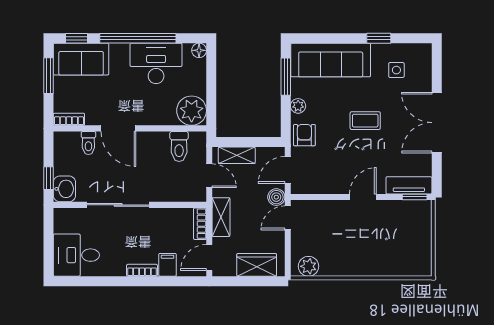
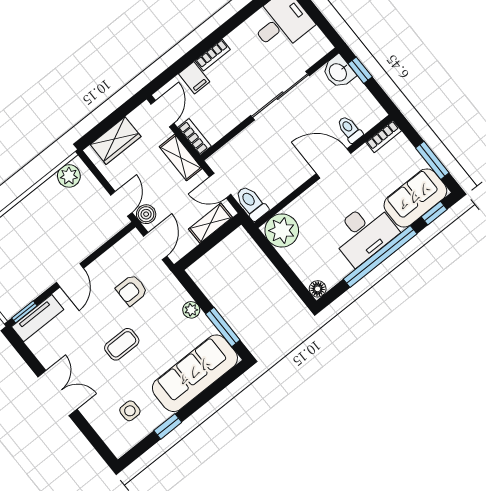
desk: (156, 63) -> (364, 233), moved
double door: (437, 123) -> (57, 393), width x0.73
armchair: (304, 135) -> (132, 290), moved, turned 90
toilet: (179, 146) -> (252, 203), moved

